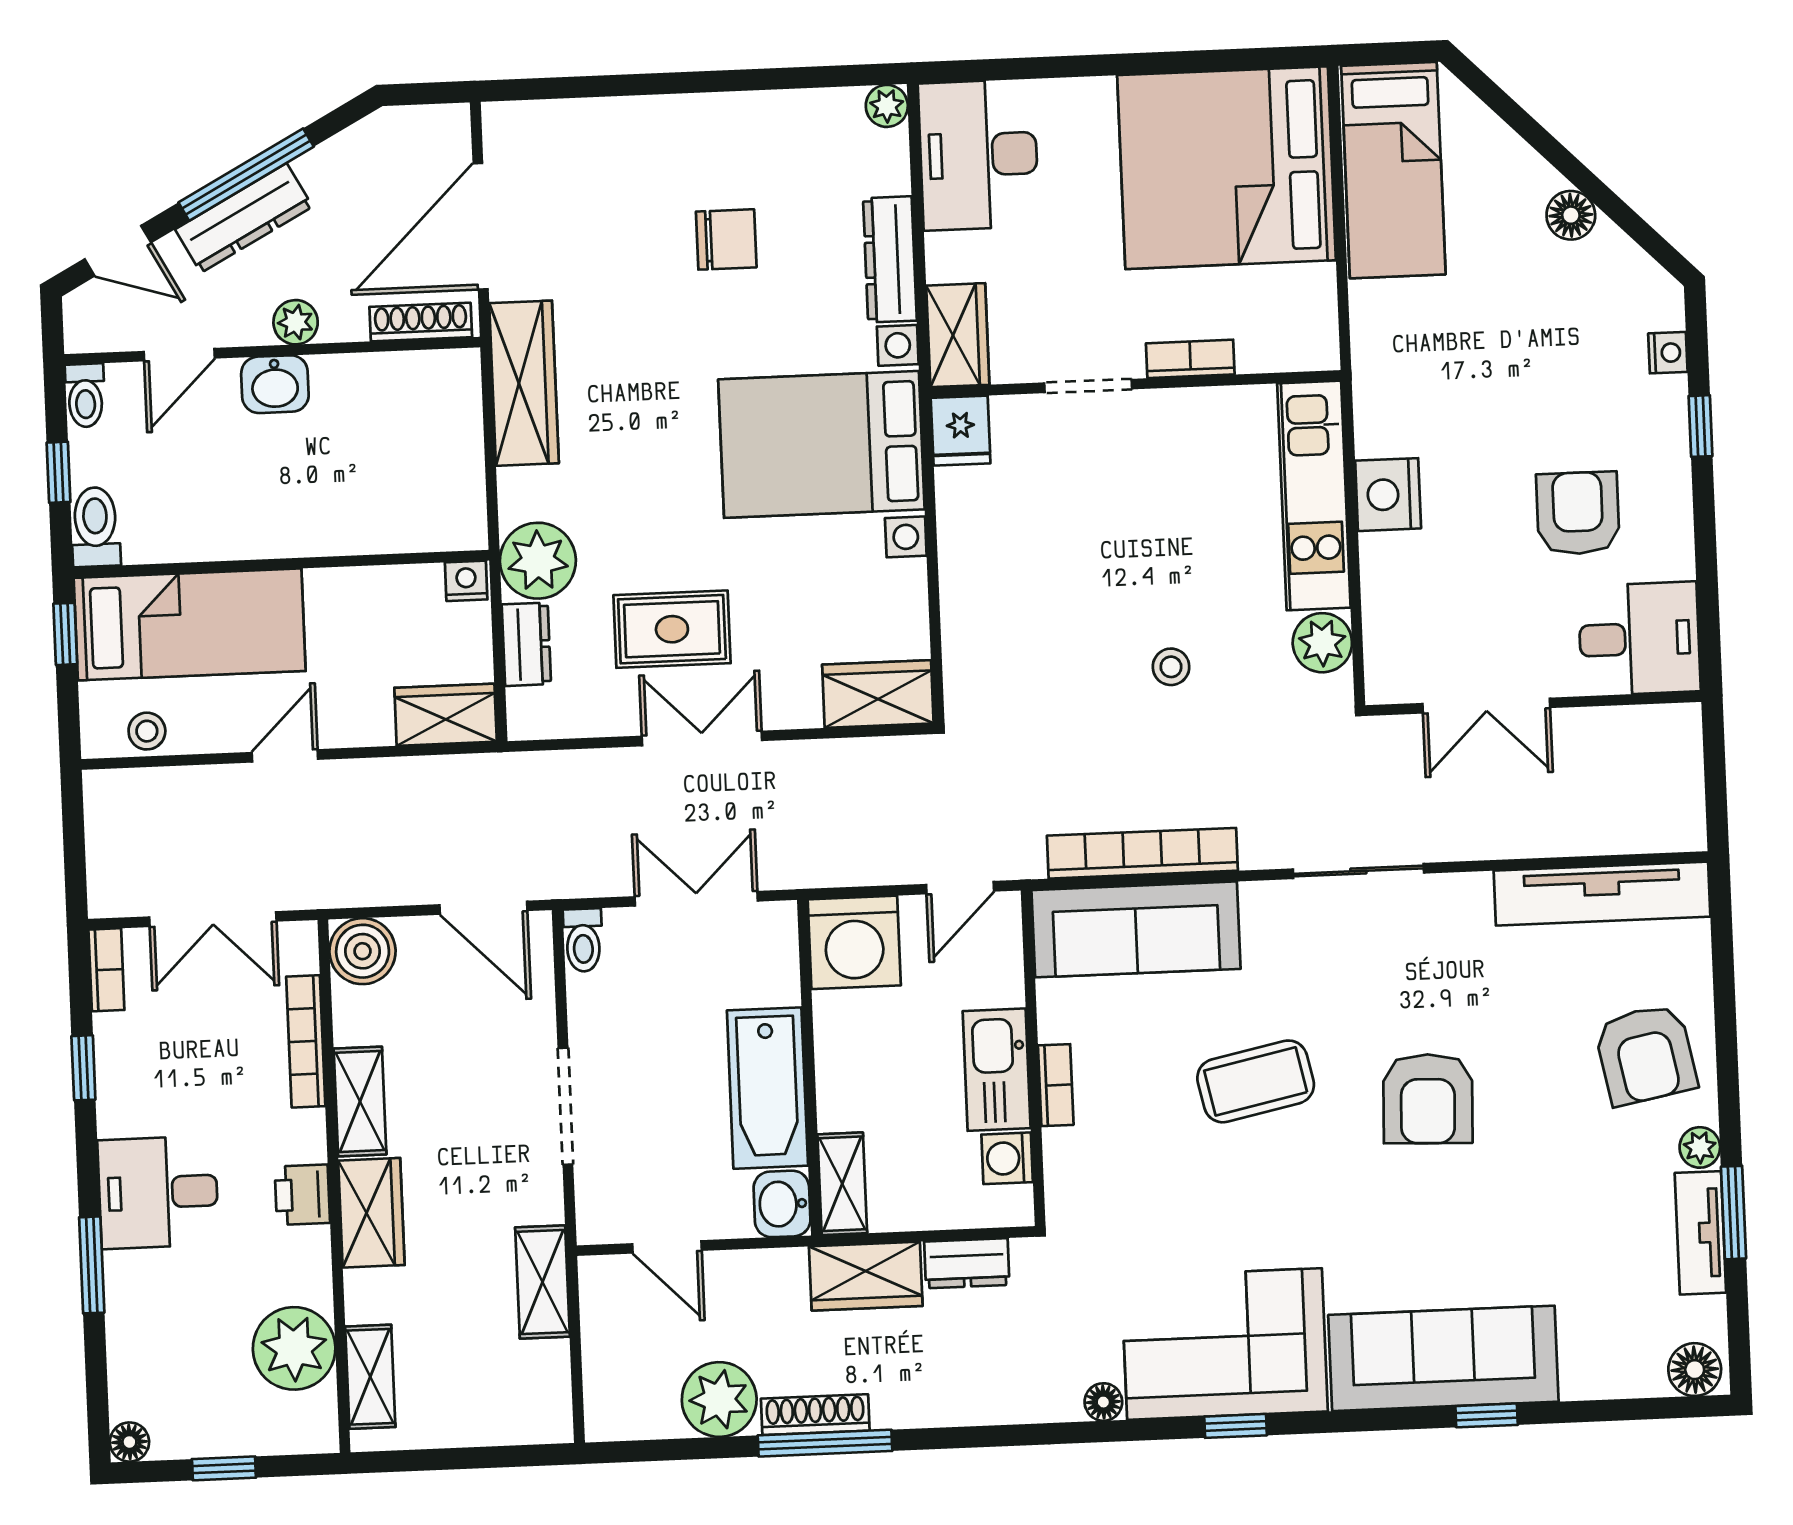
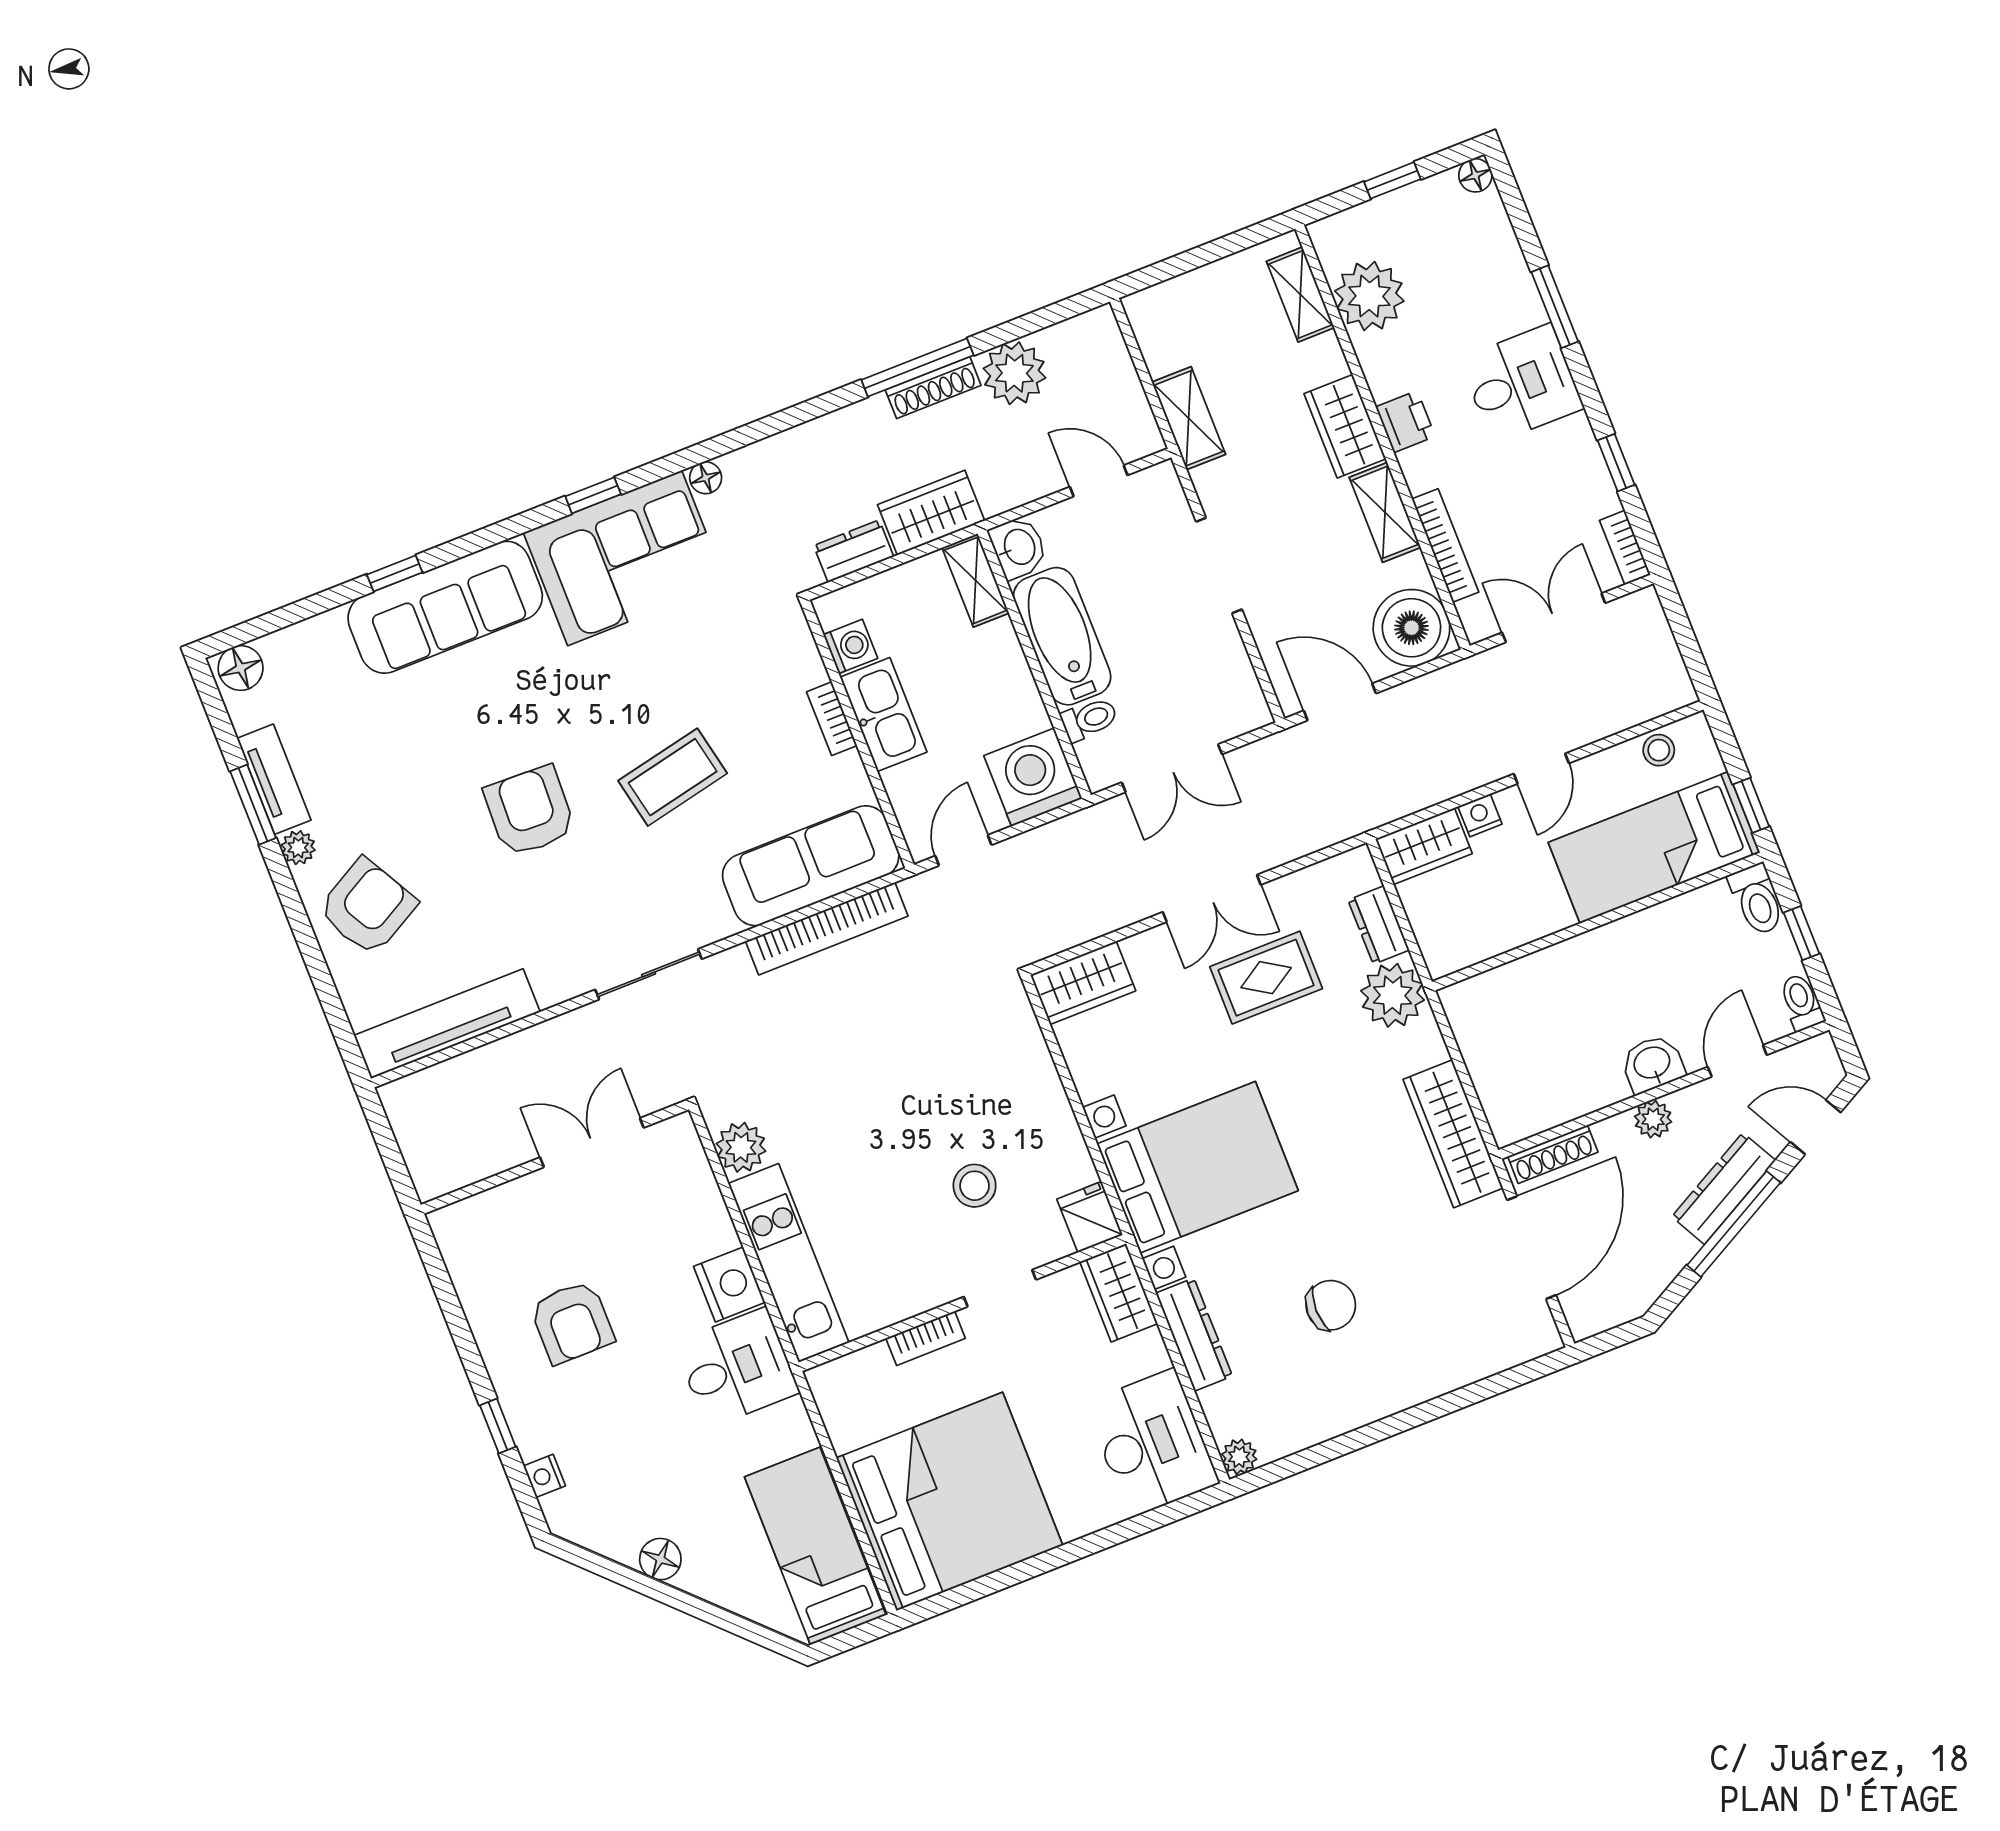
chair: (726, 239) -> (1331, 1305), turned 180
nightstand: (466, 581) -> (1480, 815), moved, turned 180
desk: (1639, 639) -> (737, 1368), moved, turned 180
stool: (1171, 667) -> (975, 1186), moved, width x1.37, depth x1.37
toilet: (583, 940) -> (1089, 719), moved, turned 90
boiler: (363, 951) -> (1411, 628), width x1.37, depth x1.37
armchair: (1646, 1055) -> (367, 907), turned 72

